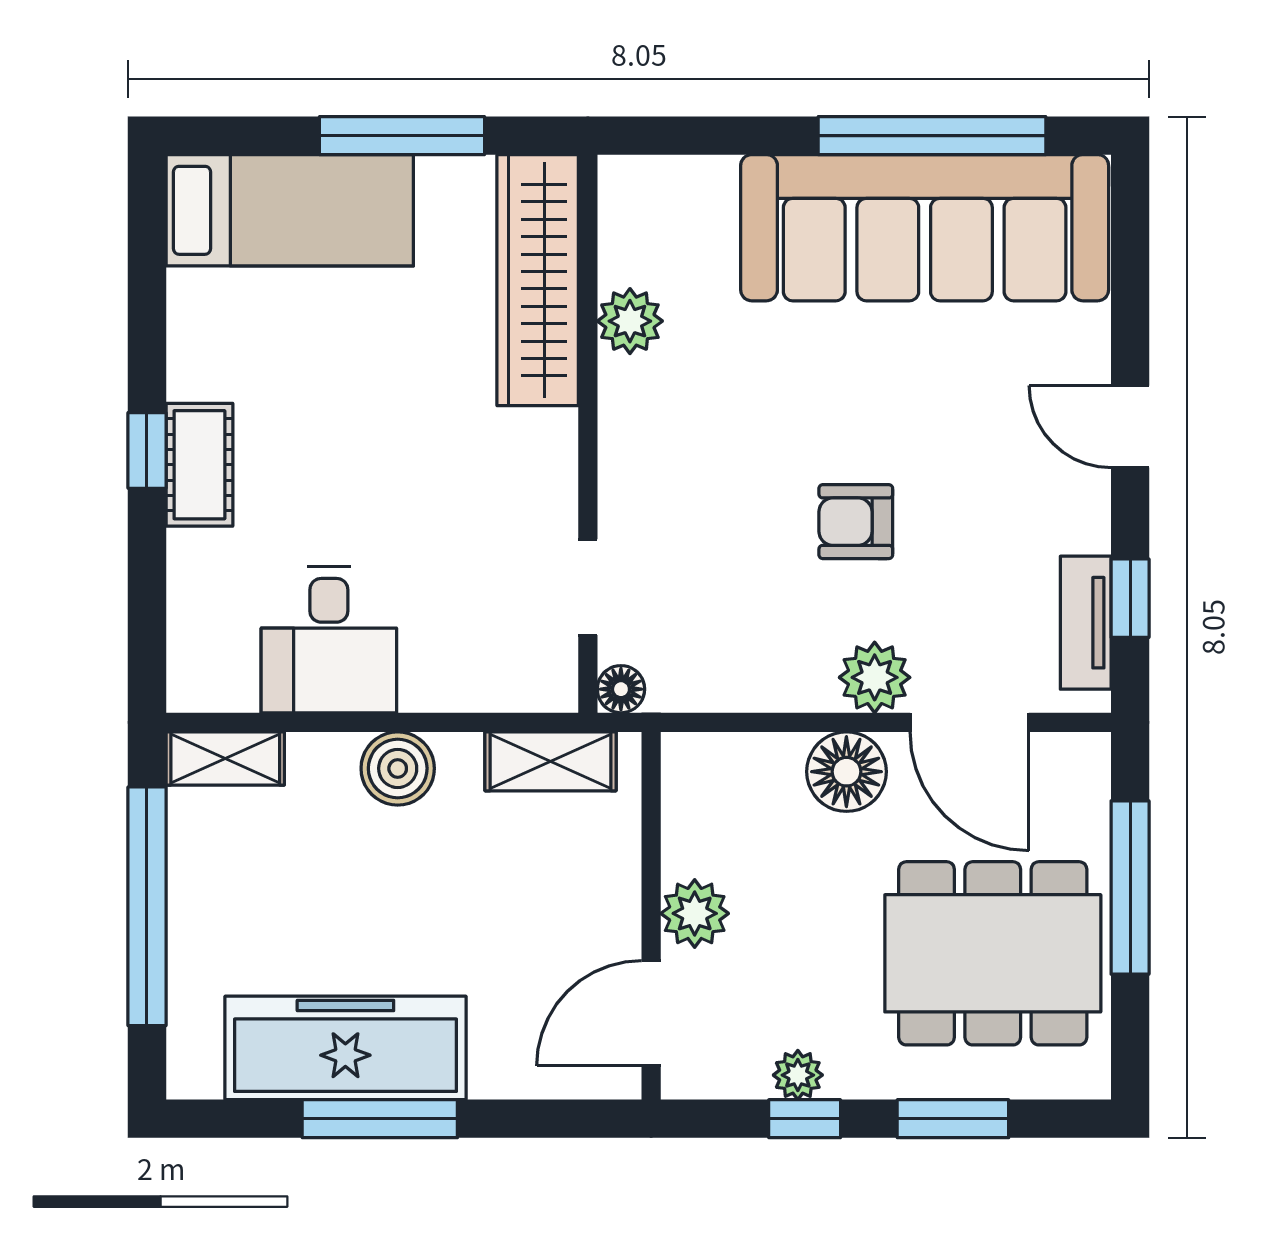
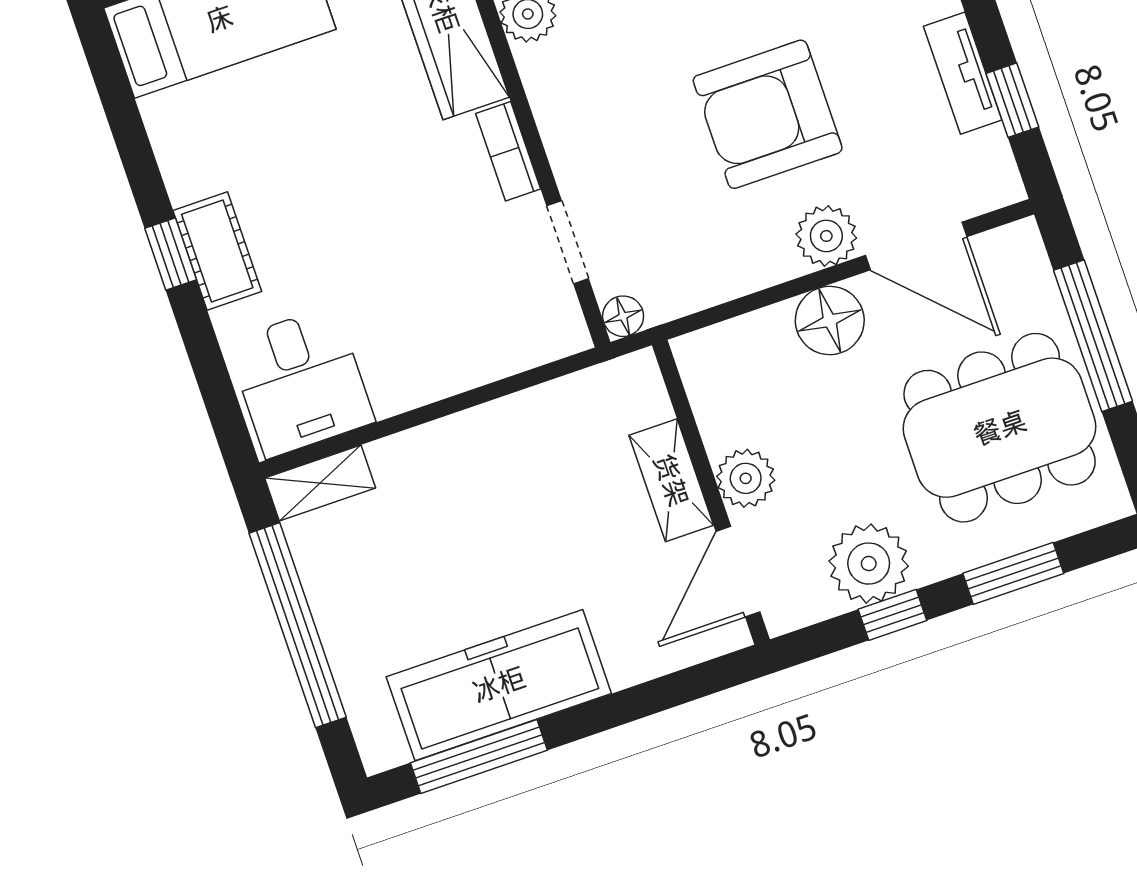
bookcase: (557, 465) -> (508, 151), added
armchair: (856, 522) -> (768, 114), width x1.88, depth x1.88
tv unit: (1086, 623) -> (963, 73), moved
desk: (329, 640) -> (301, 382), moved
shelving: (551, 761) -> (671, 480), moved, turned 90
boiler: (398, 768) -> (463, 443), removed
plant: (798, 1075) -> (869, 564), width x1.87, depth x1.87
window: (380, 1119) -> (479, 756), moved

